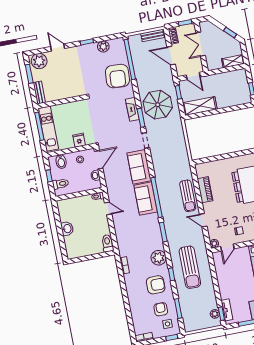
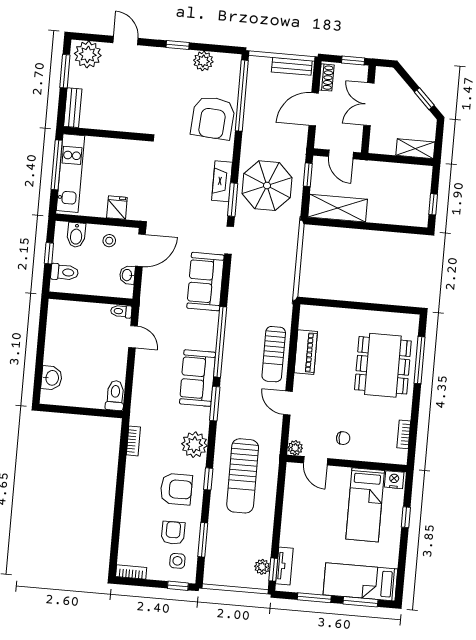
door: (171, 56) -> (314, 109), hinge flipped
sofa: (146, 199) -> (198, 378), moved
washbasin: (67, 229) -> (52, 378), moved
door: (227, 248) -> (316, 461), hinge flipped

